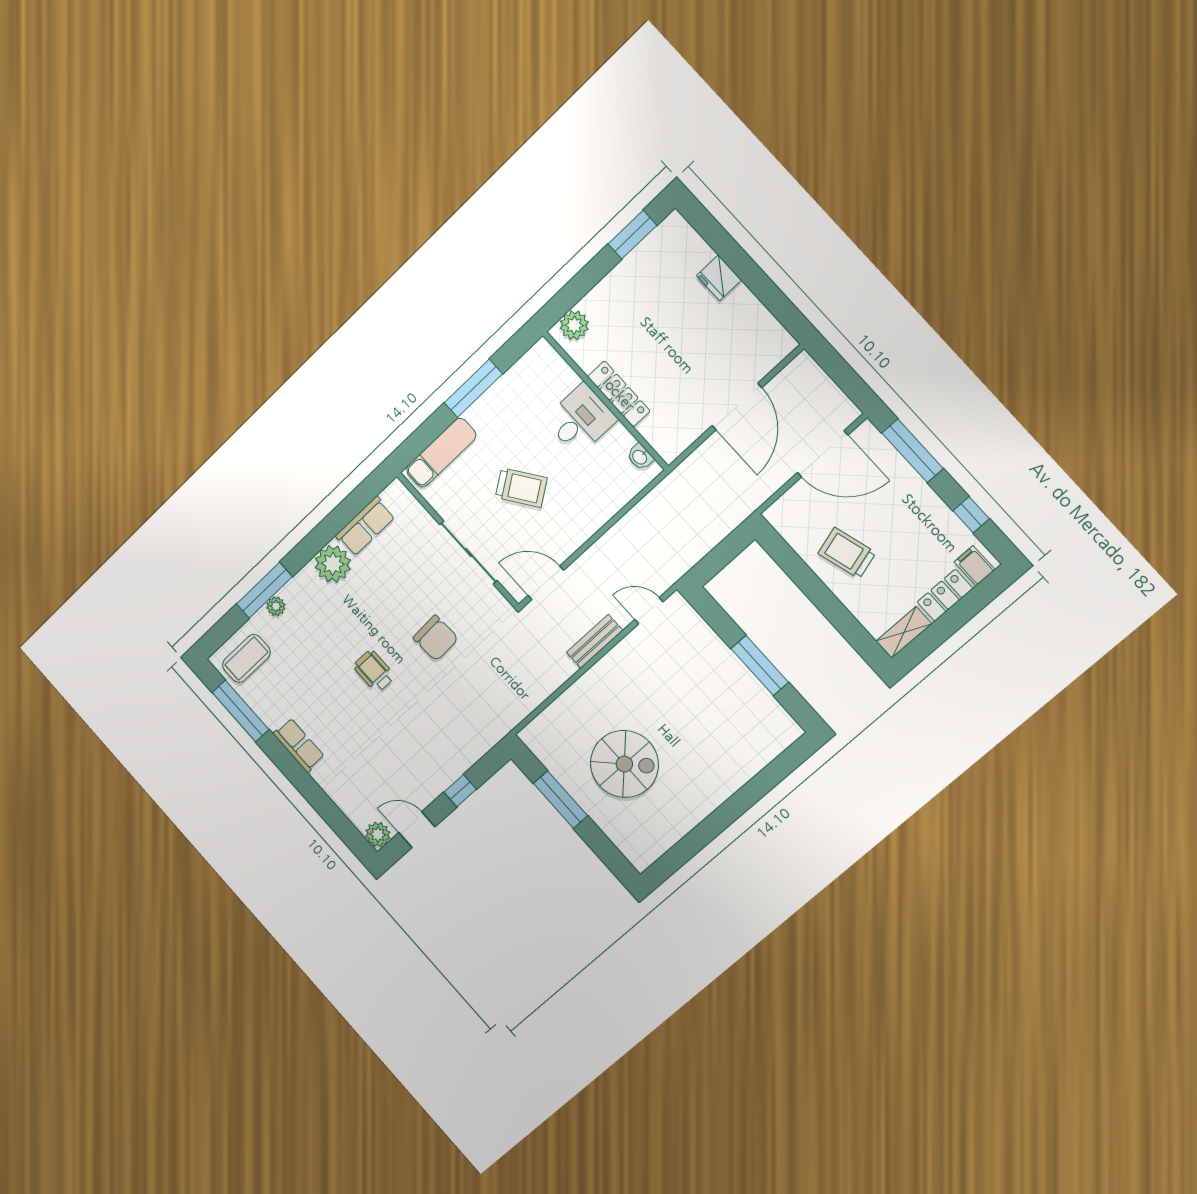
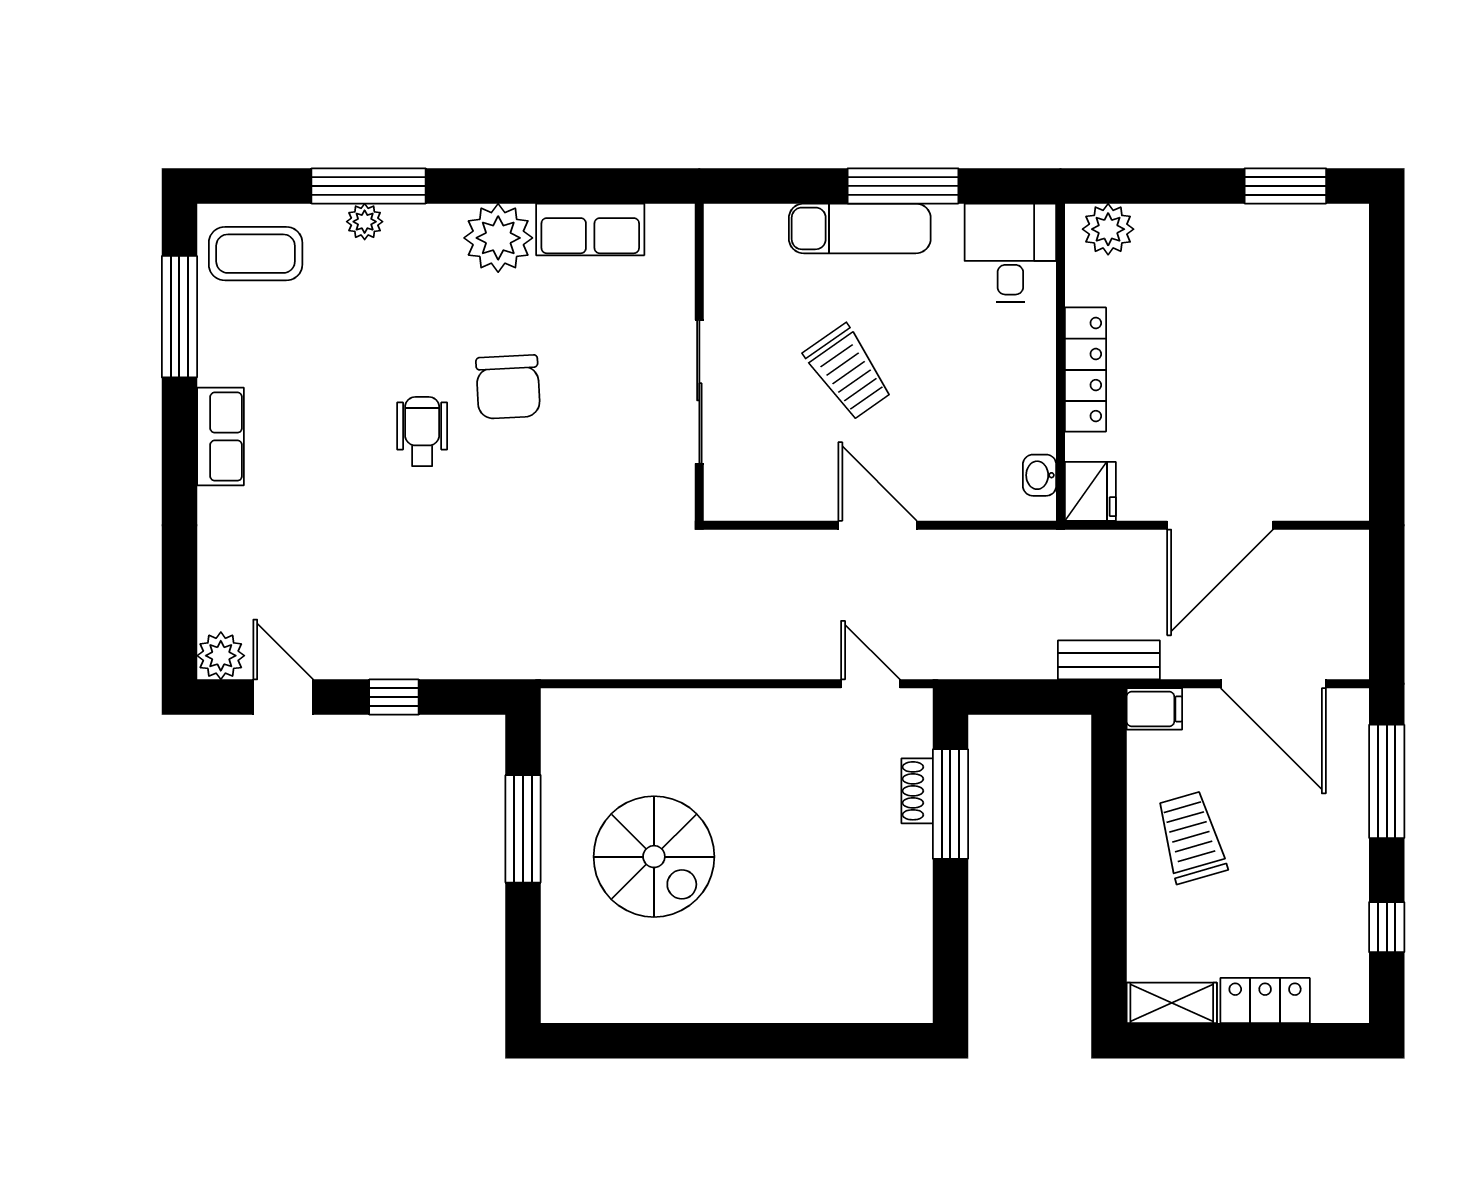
fridge: (719, 278) -> (1090, 491), moved, turned 180
desk: (581, 419) -> (1010, 253), moved, turned -90
exam couch: (441, 453) -> (860, 228), moved
filing cabinet: (975, 566) -> (1154, 709), moved, turned 90
door: (546, 583) -> (878, 525), moved
chair: (436, 638) -> (508, 387), moved
shoe rack: (710, 639) -> (917, 791), added
bench: (595, 641) -> (1109, 660), moved
window: (760, 666) -> (950, 804), moved

